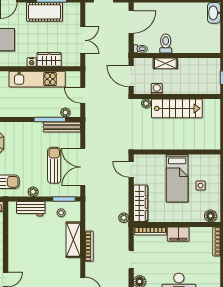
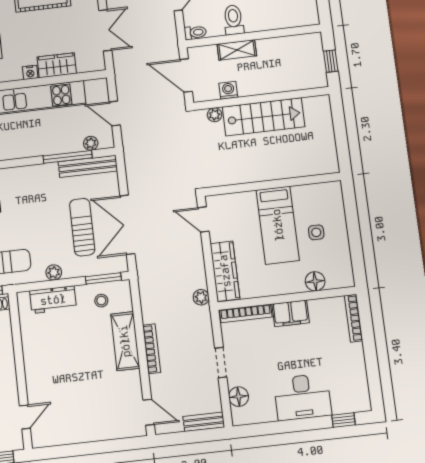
floor lamp: (211, 216) -> (315, 281), moved

